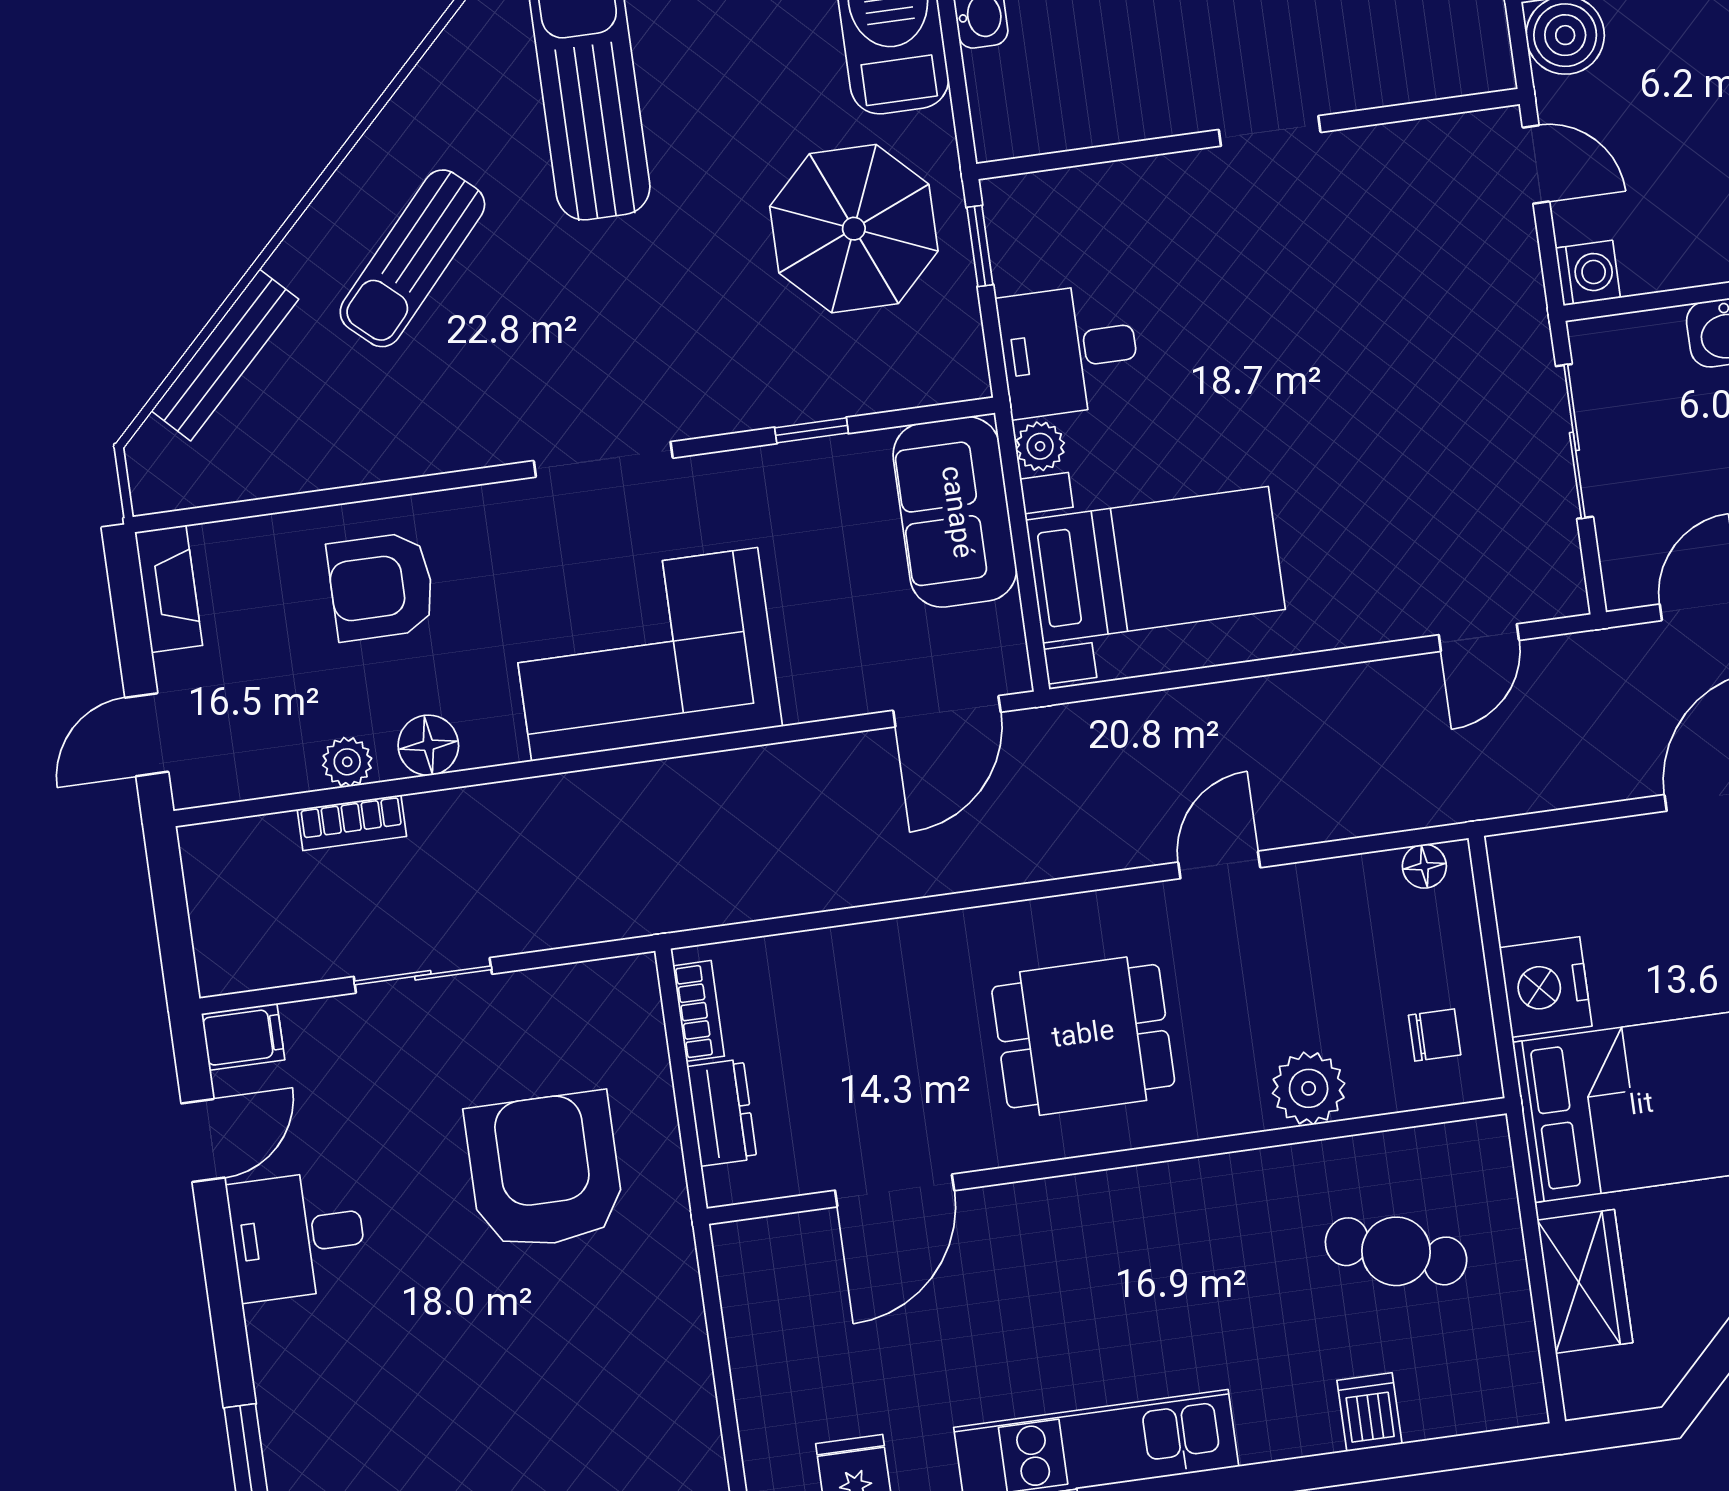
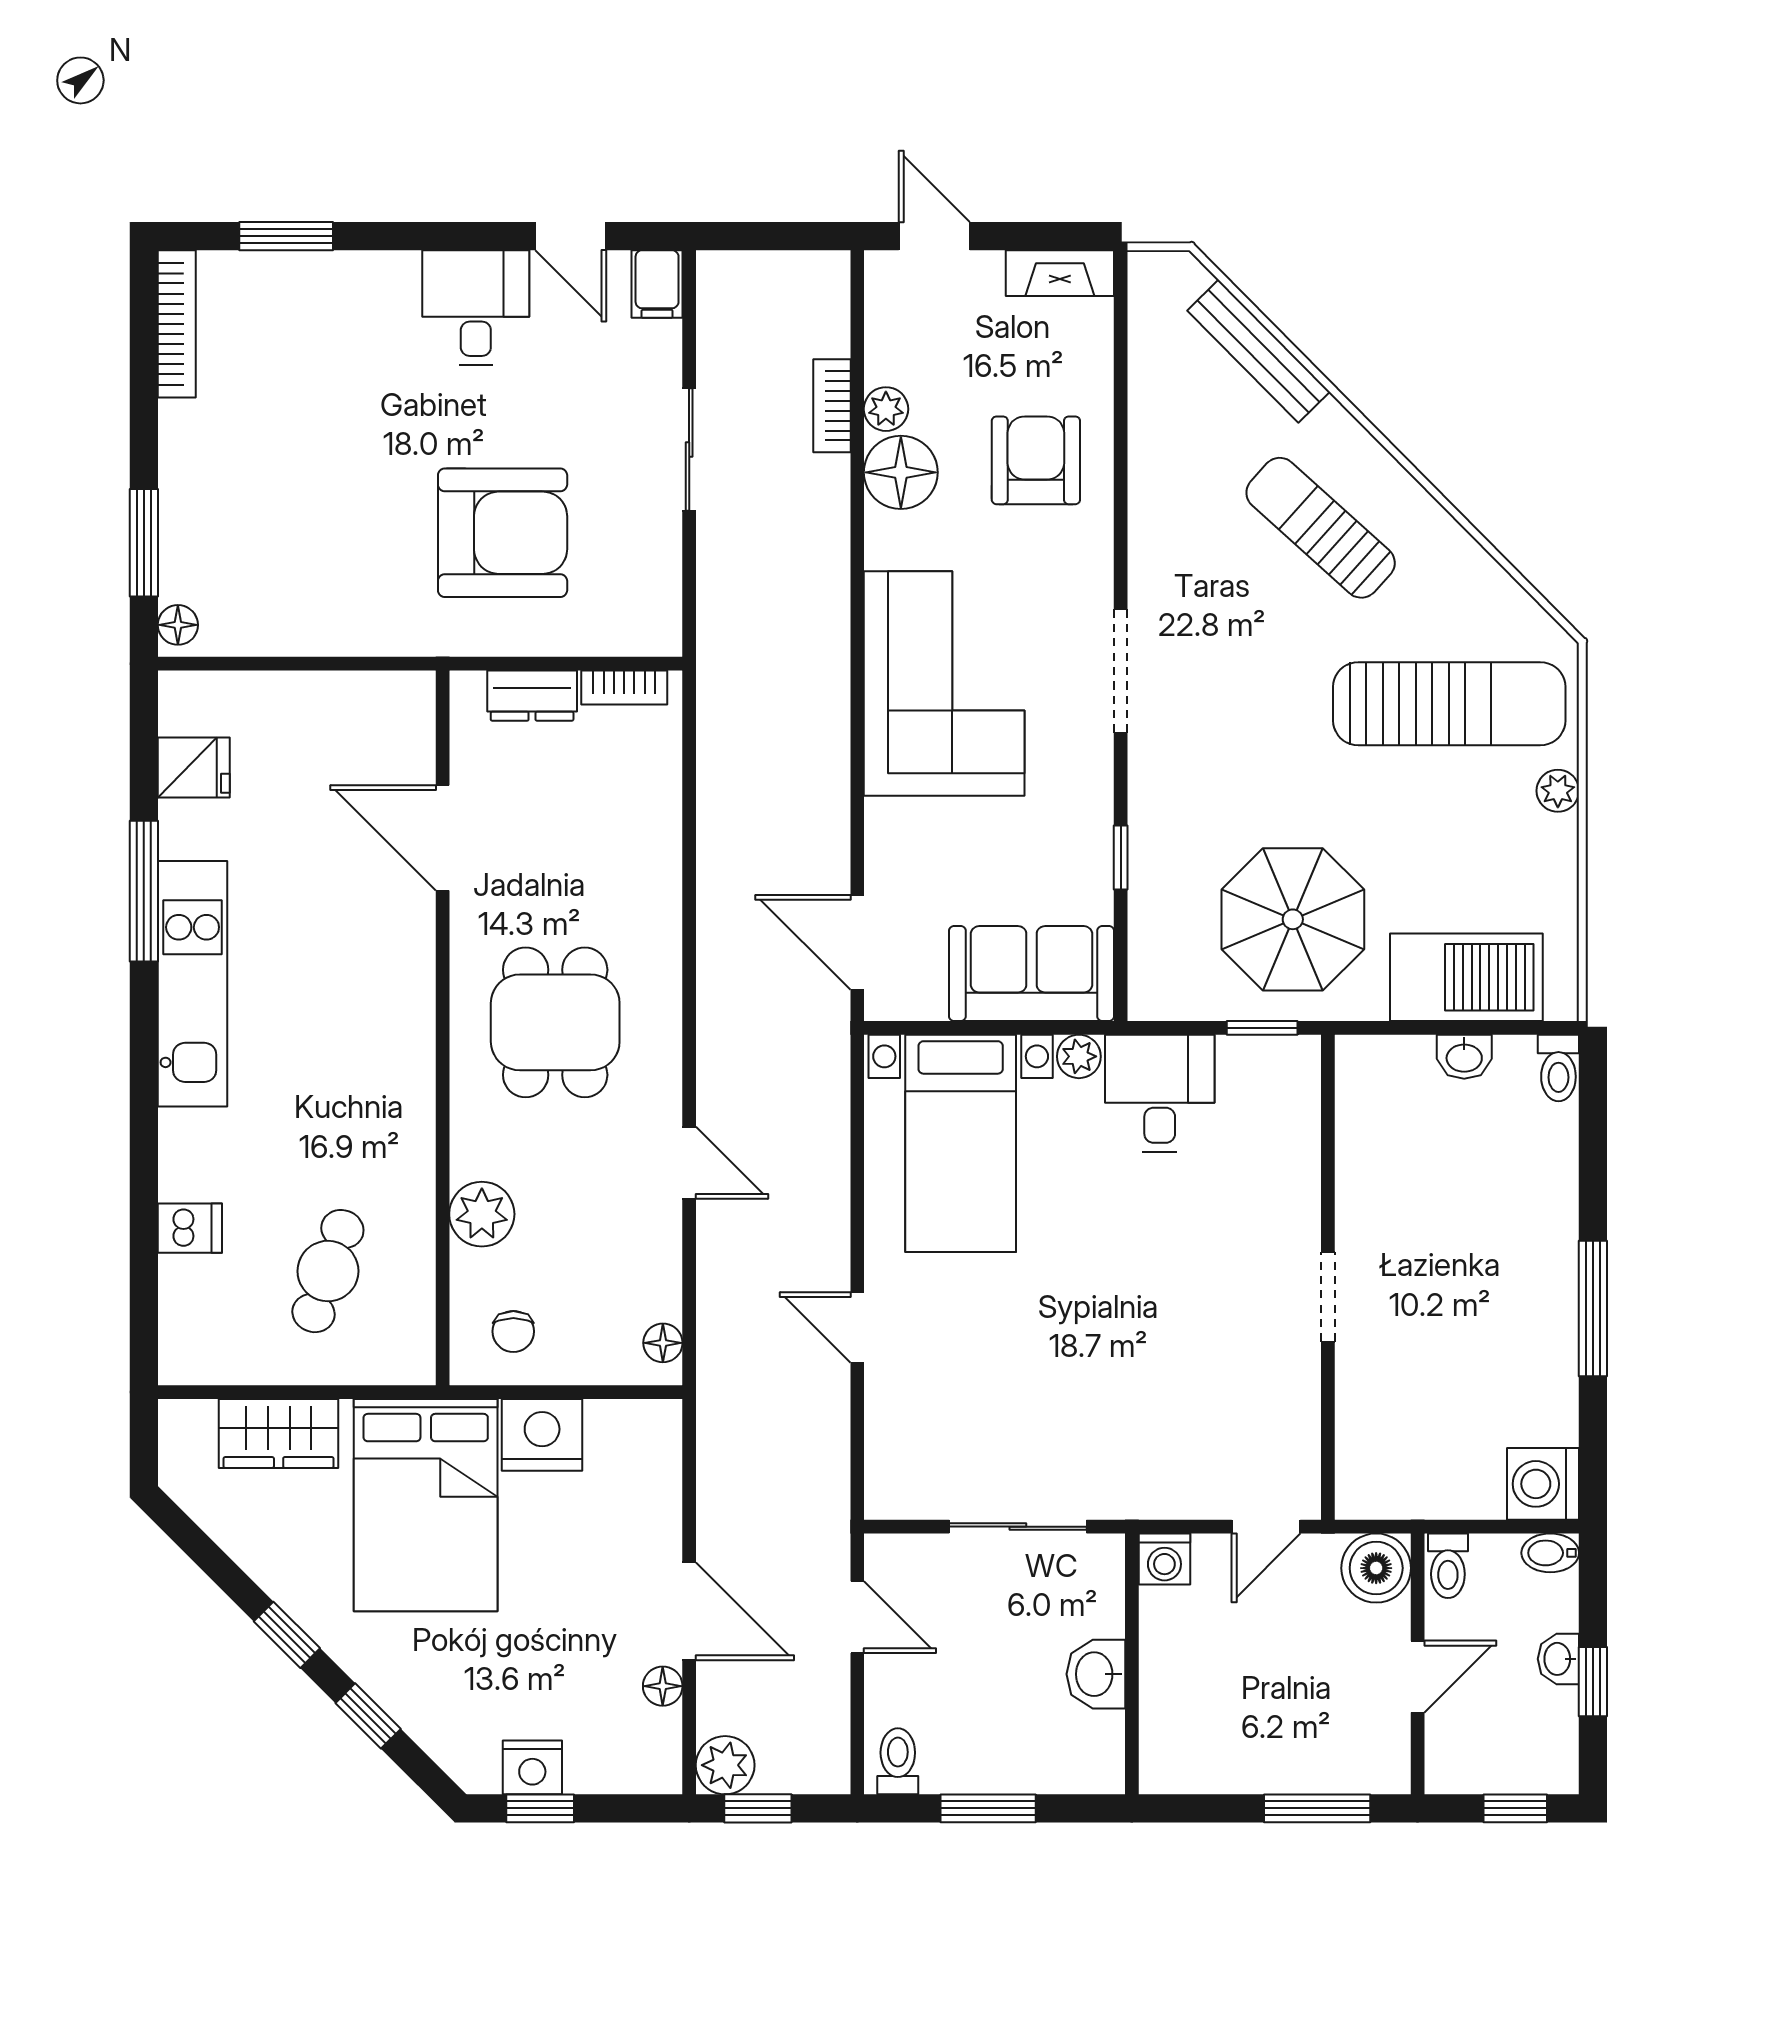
door: (1479, 638) -> (857, 1327), moved
floor lamp: (428, 745) -> (901, 472), width x1.38, depth x1.38

